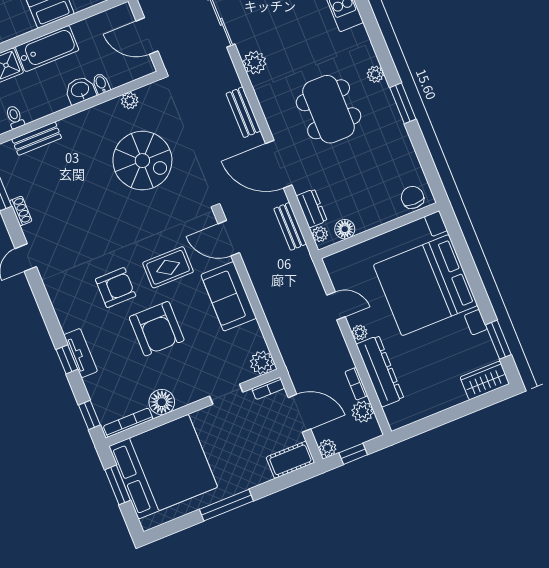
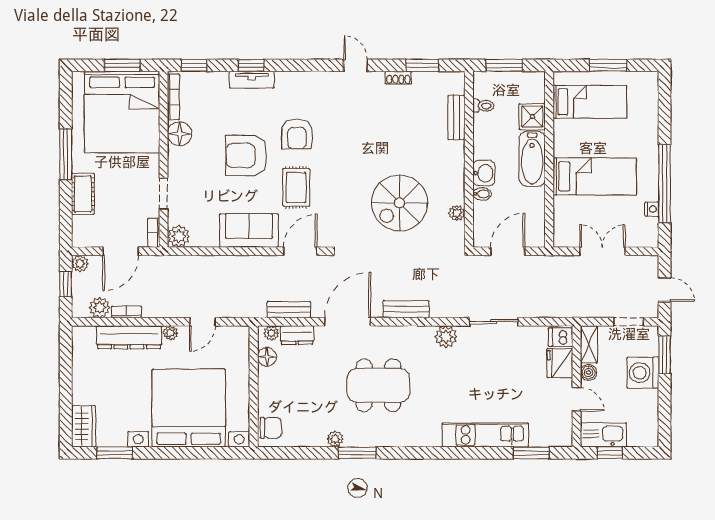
plant: (375, 74) -> (335, 439), moved
cot: (290, 460) -> (83, 194), moved

